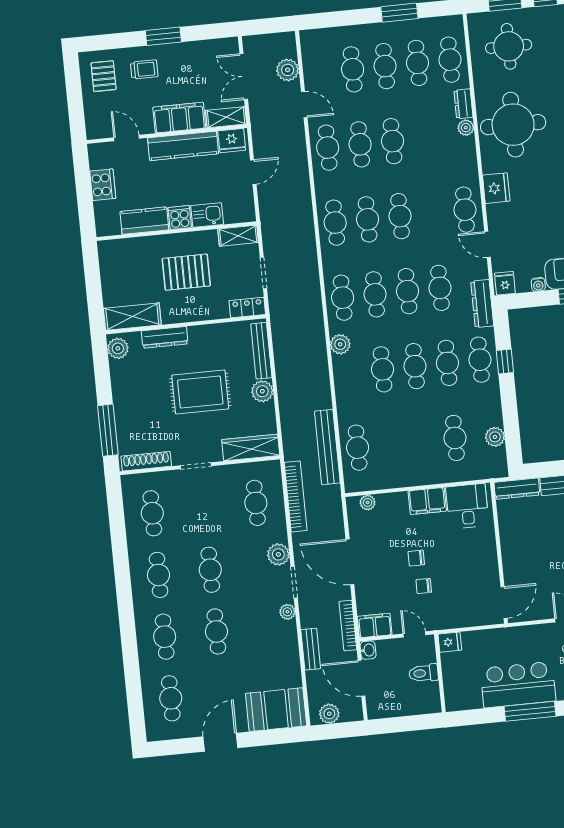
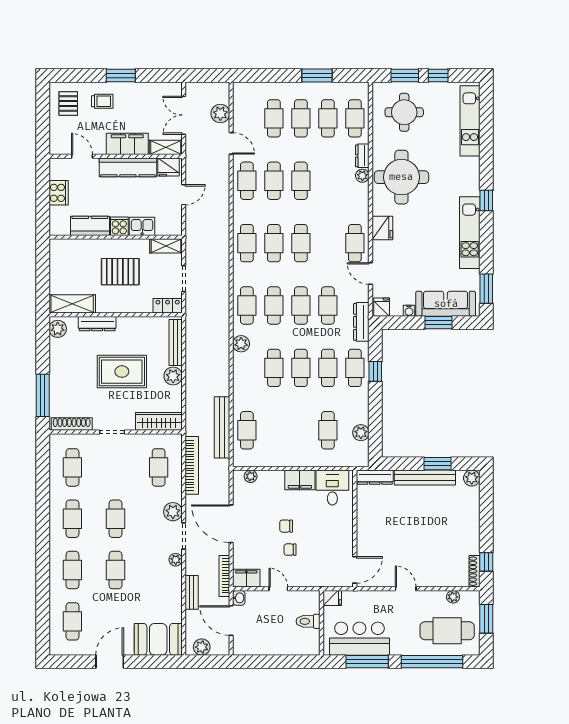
fridge: (450, 642) -> (332, 598), moved
toilet: (424, 673) -> (308, 621), moved
wall: (440, 673) -> (321, 623), moved

